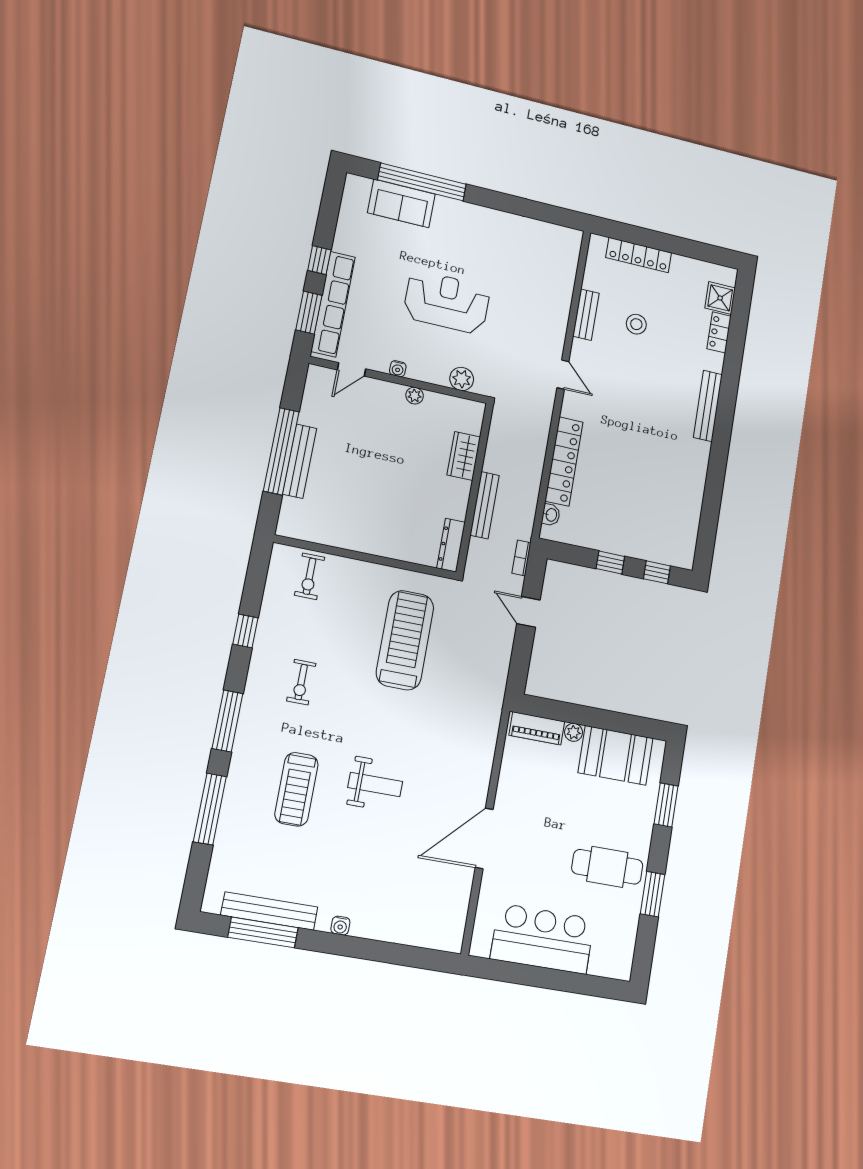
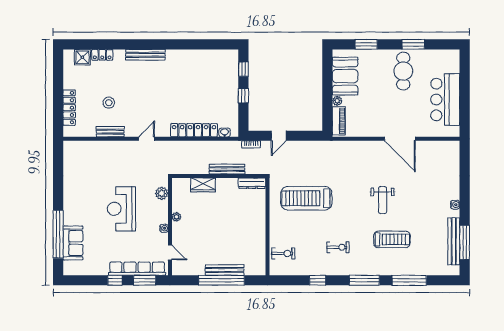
weight bench: (375, 784) -> (383, 200), turned 180

